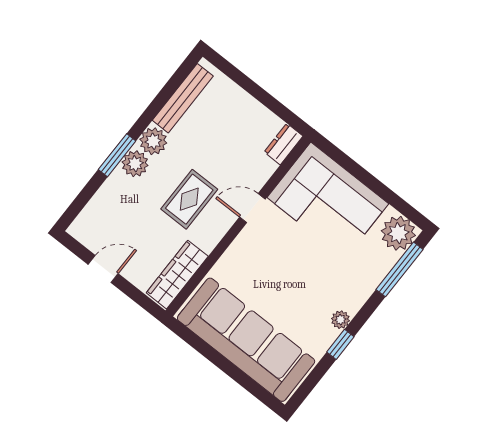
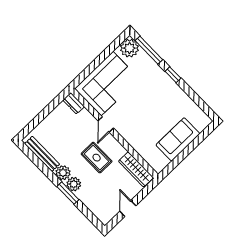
plant: (340, 320) -> (172, 85), removed
sofa: (246, 340) -> (178, 139), width x0.54, depth x0.79
window: (340, 344) -> (173, 75), moved

